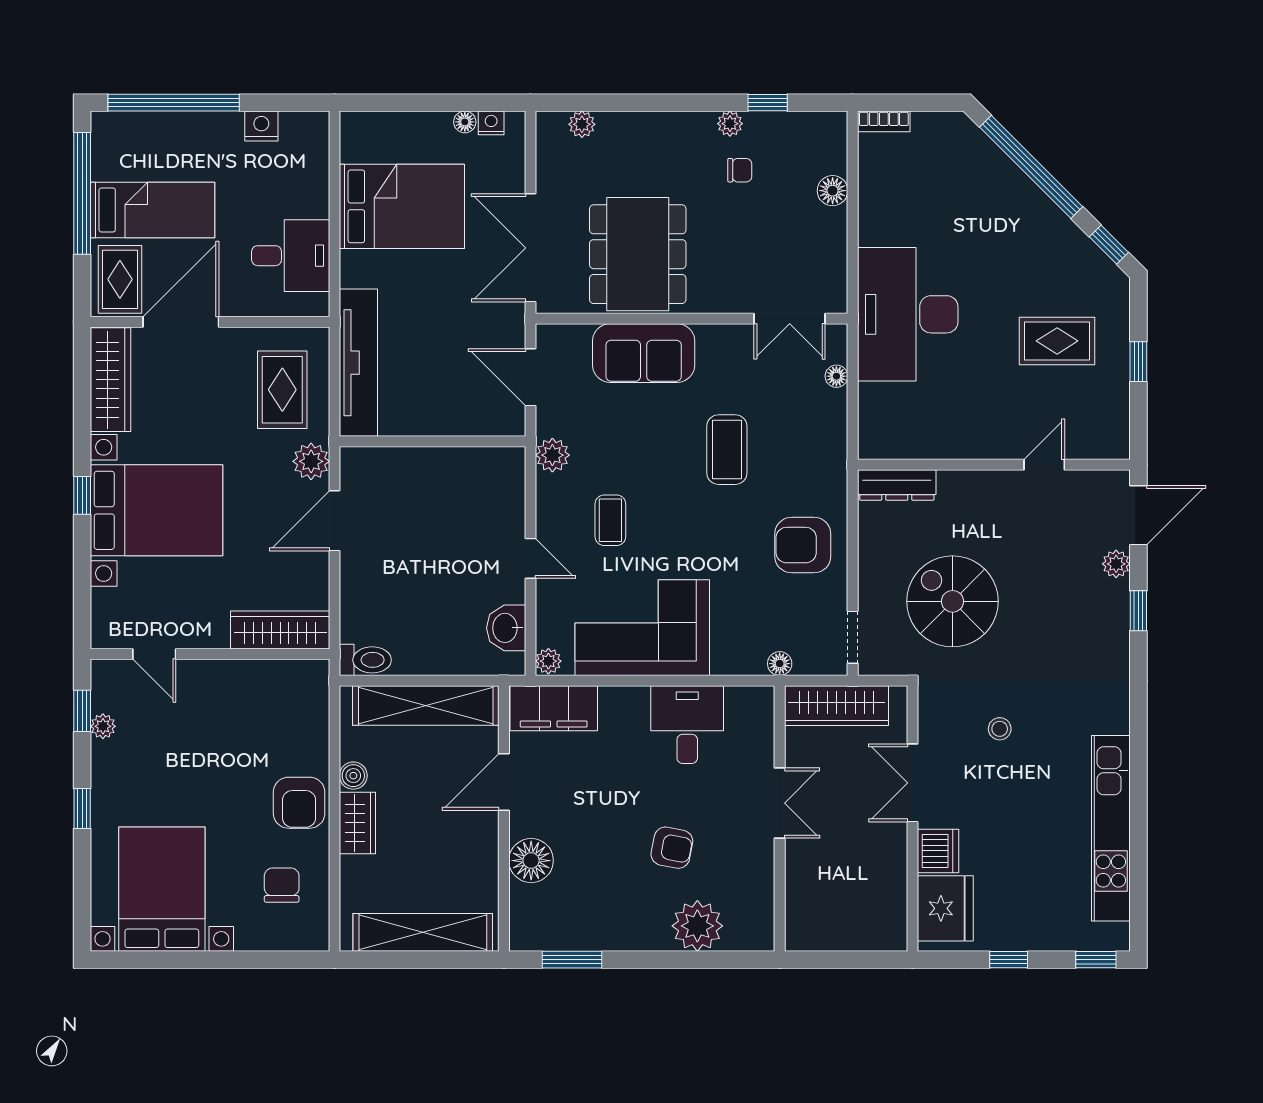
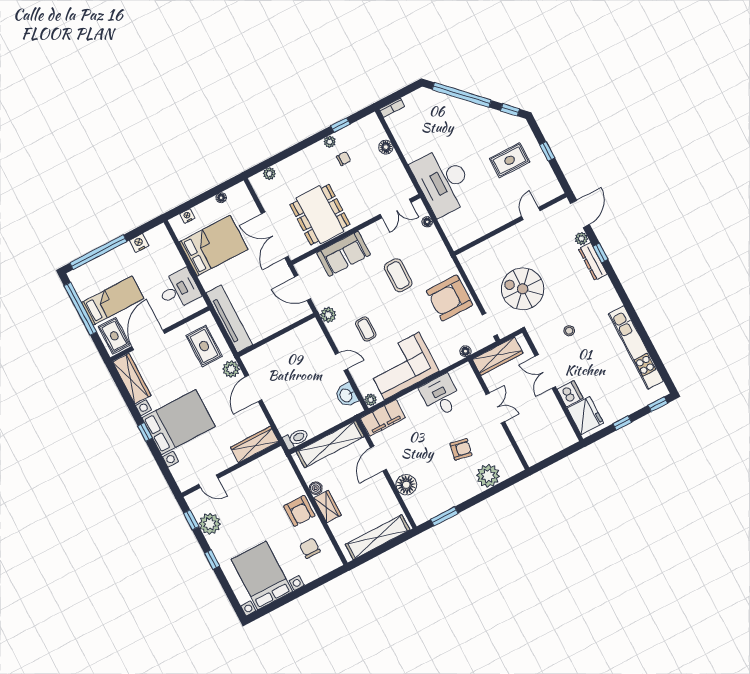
nightstand: (491, 123) -> (187, 216), moved
dresser: (897, 485) -> (593, 262), moved, turned 90
armchair: (803, 545) -> (450, 298), width x1.36, depth x1.36
plant: (103, 726) -> (210, 524), width x1.88, depth x1.88

